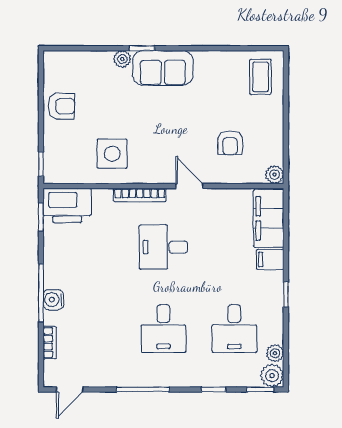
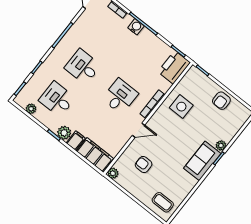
plant: (272, 375) -> (64, 133), moved

